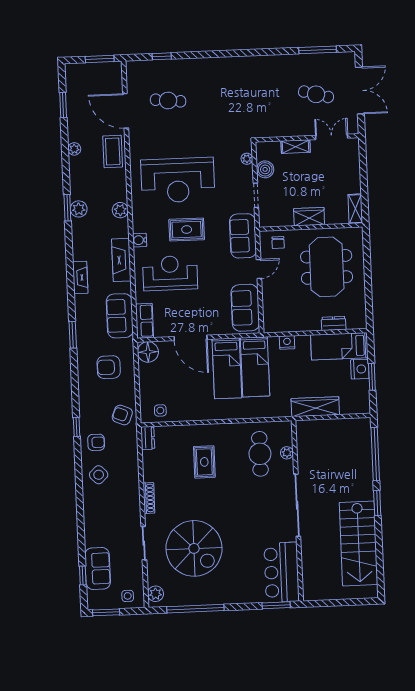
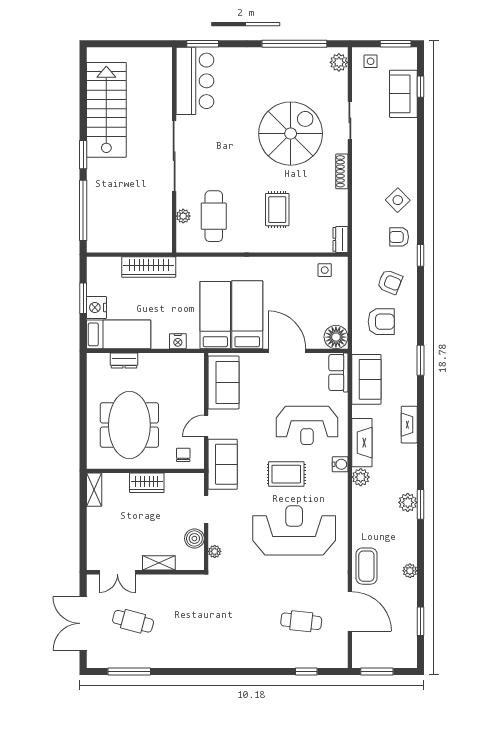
plant: (120, 210) -> (361, 477), moved
armchair: (122, 415) -> (390, 282), moved
spiral stairs: (194, 548) -> (291, 134), moved, turned 90

